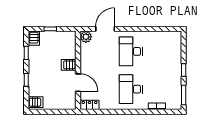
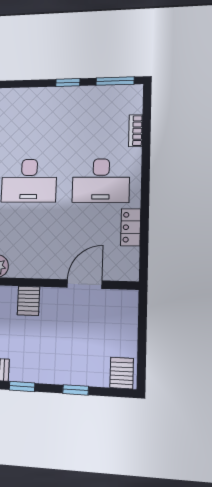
server rack: (69, 65) -> (28, 301), moved
locker: (90, 105) -> (131, 227), moved

